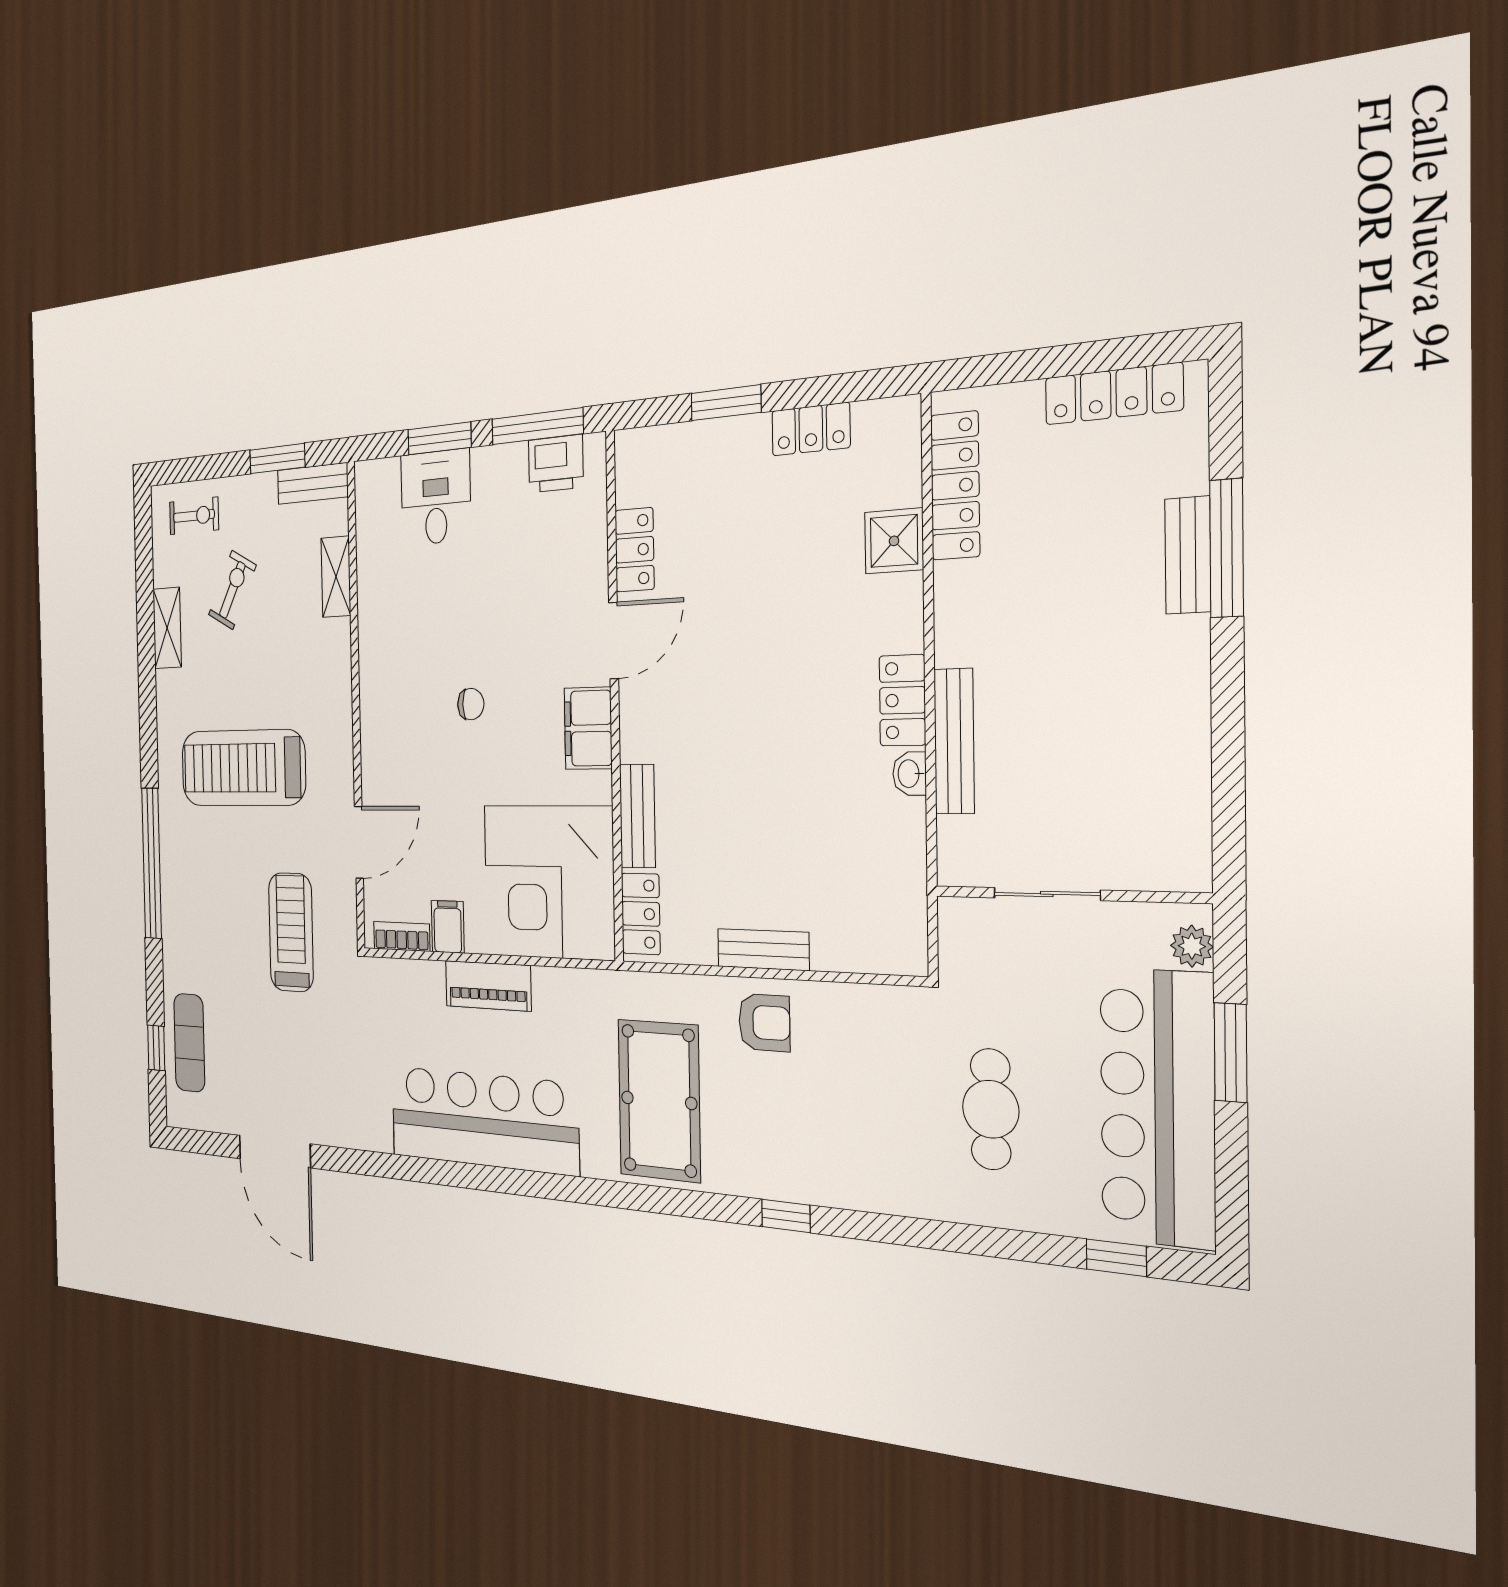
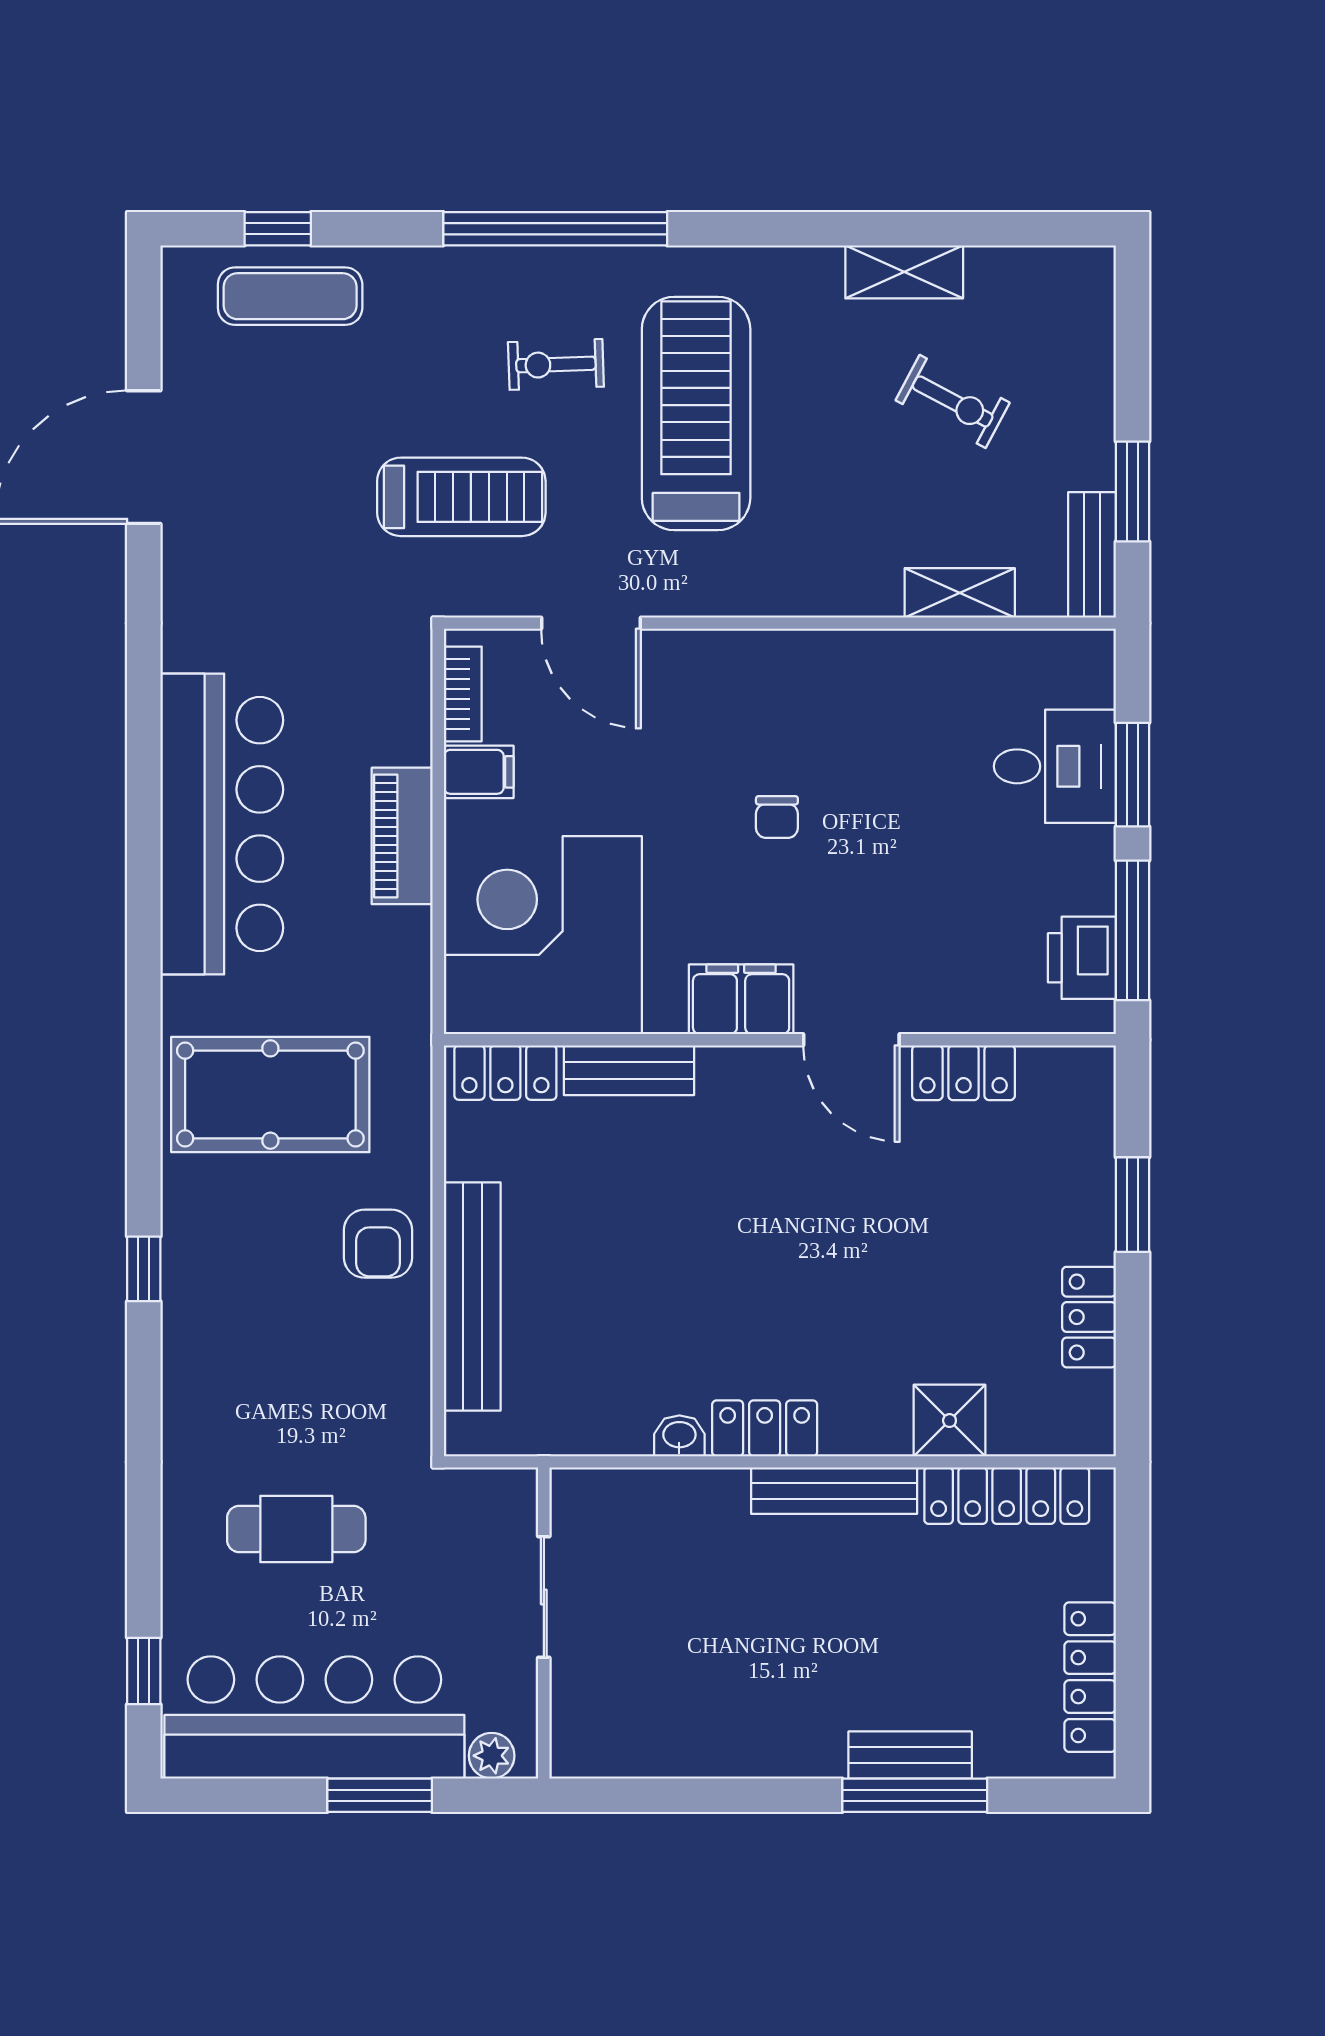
exercise bike: (194, 516) -> (556, 364), moved, turned 88
bench: (954, 741) -> (834, 1491), moved
bench: (763, 950) -> (472, 1297), width x1.86, depth x1.21

